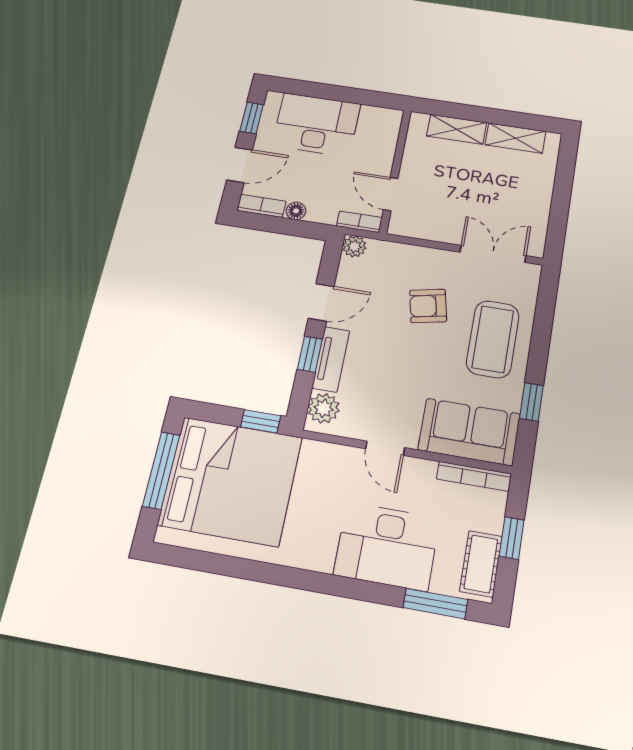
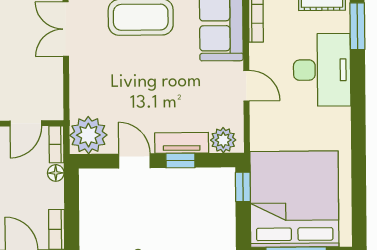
floor lamp: (296, 211) -> (56, 173), moved
plant: (354, 246) -> (88, 135), width x1.87, depth x1.87
armchair: (428, 306) -> (122, 74), removed
door: (385, 448) -> (246, 86), hinge flipped

